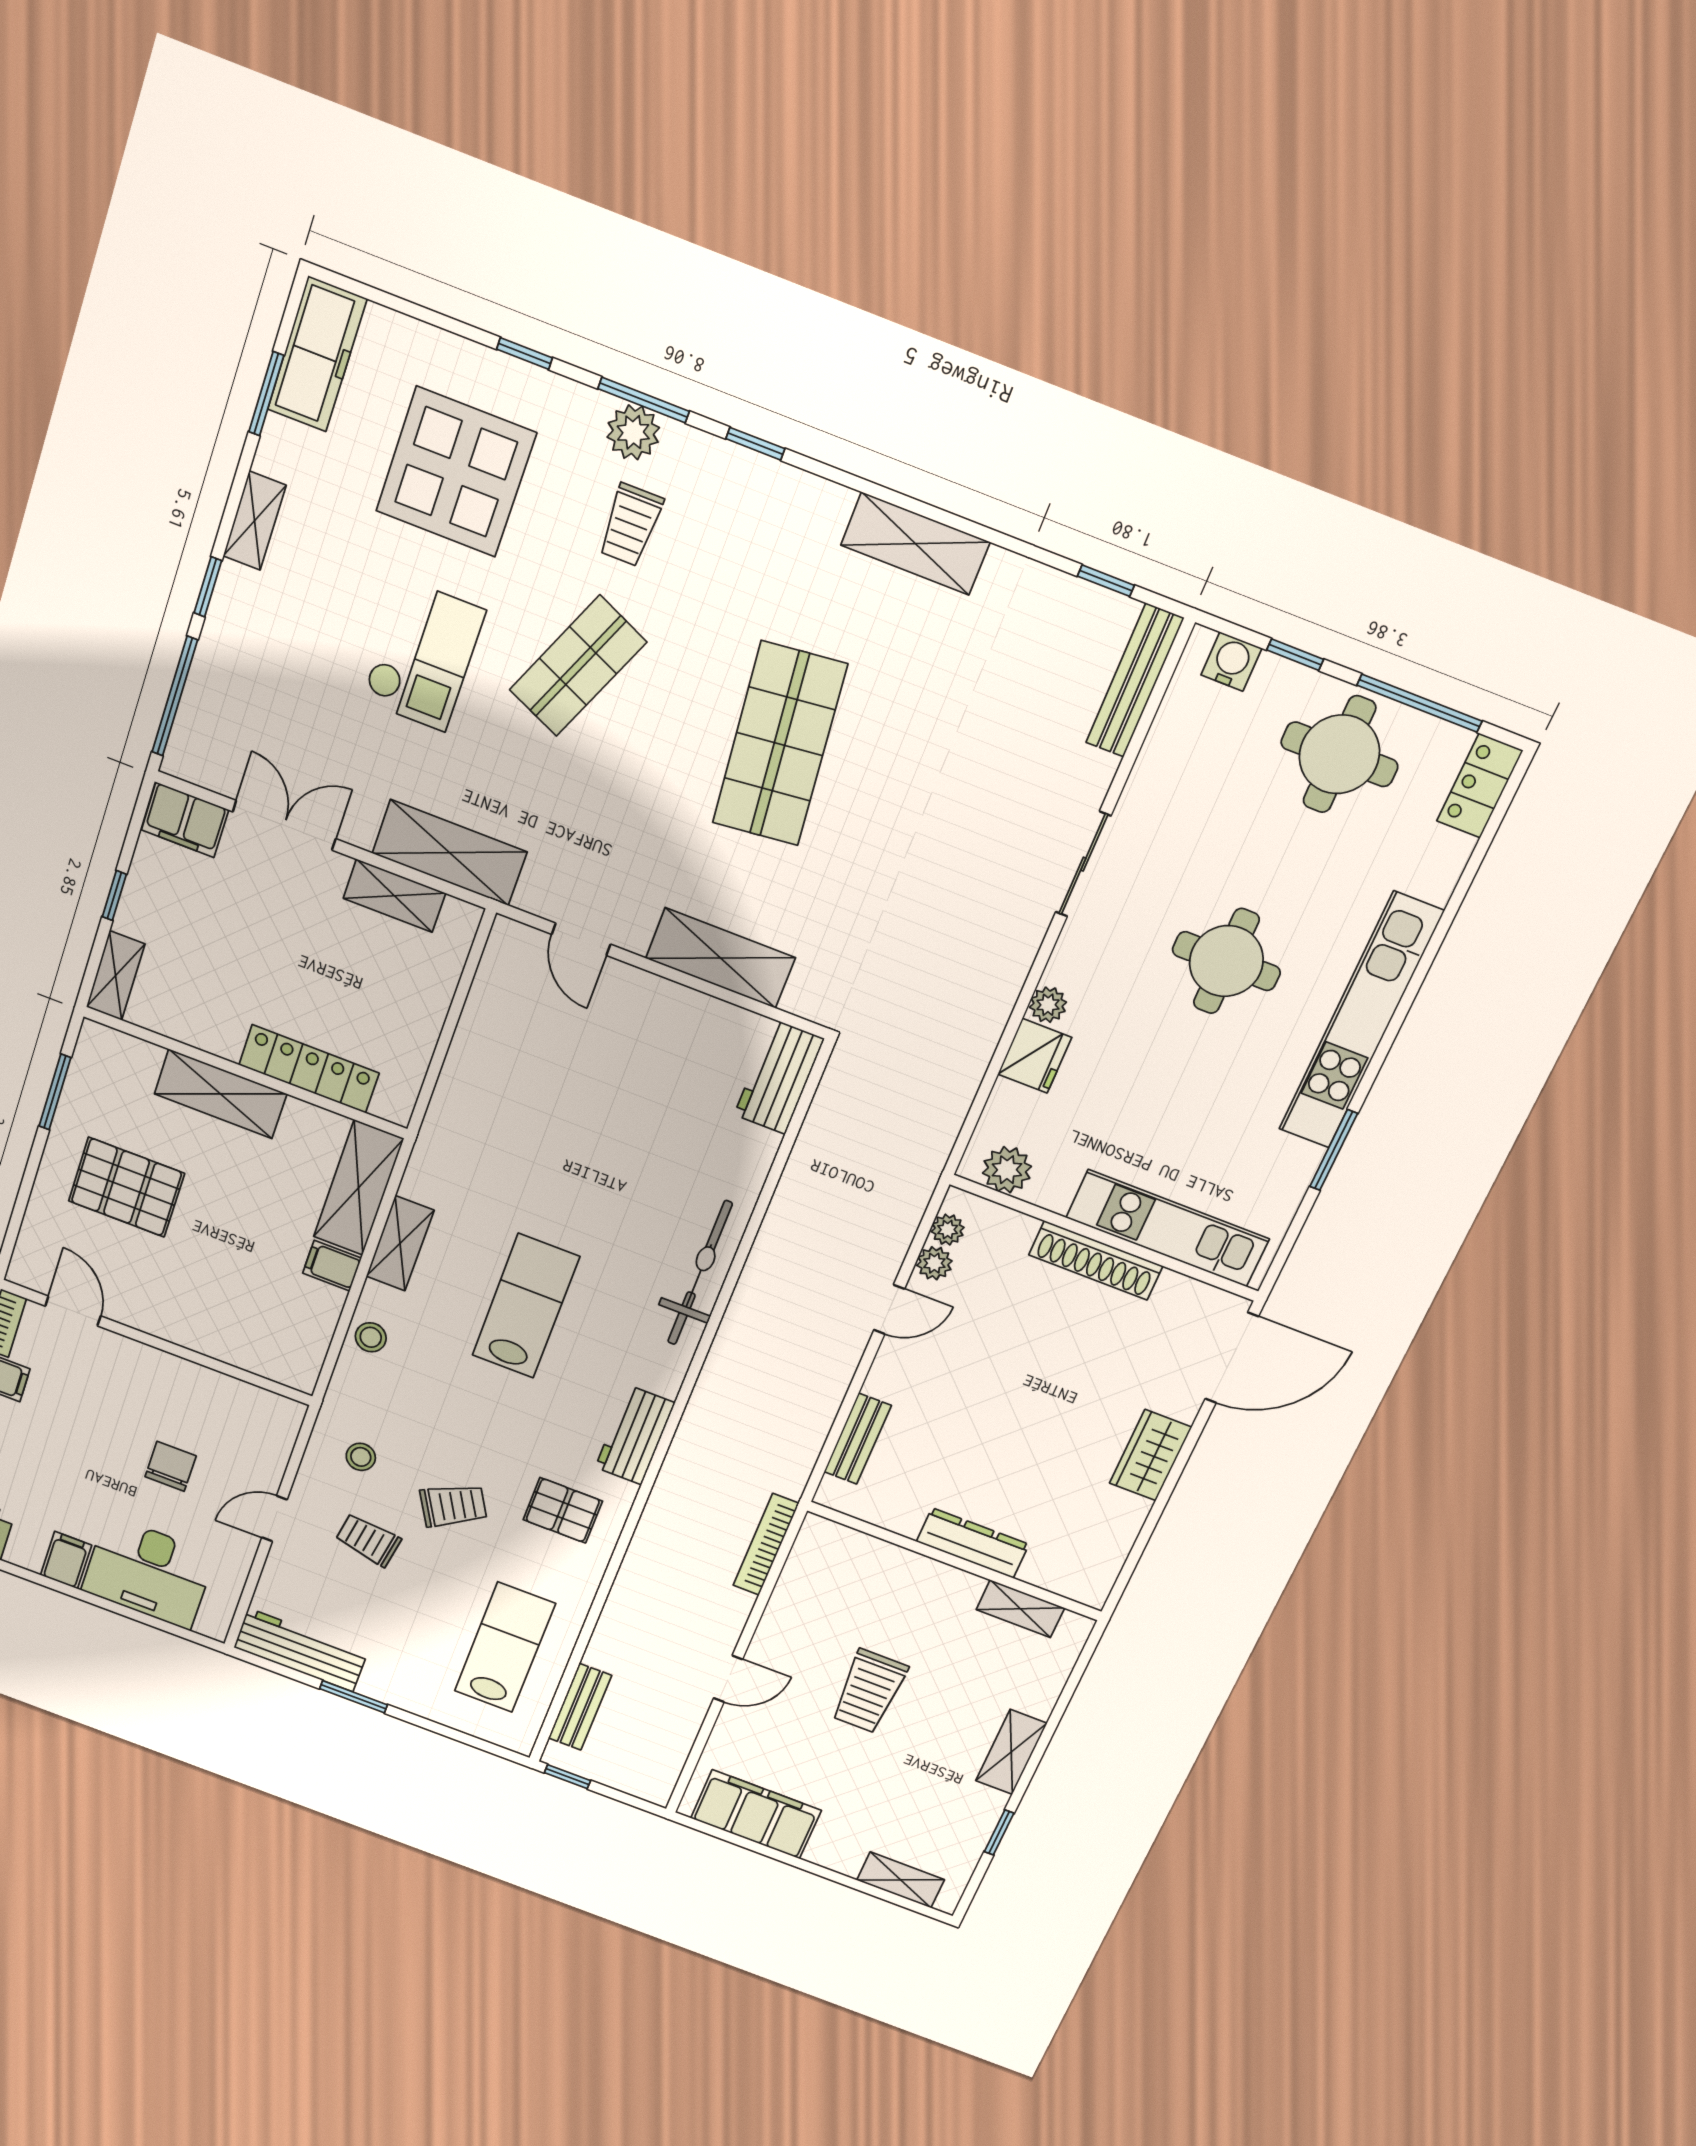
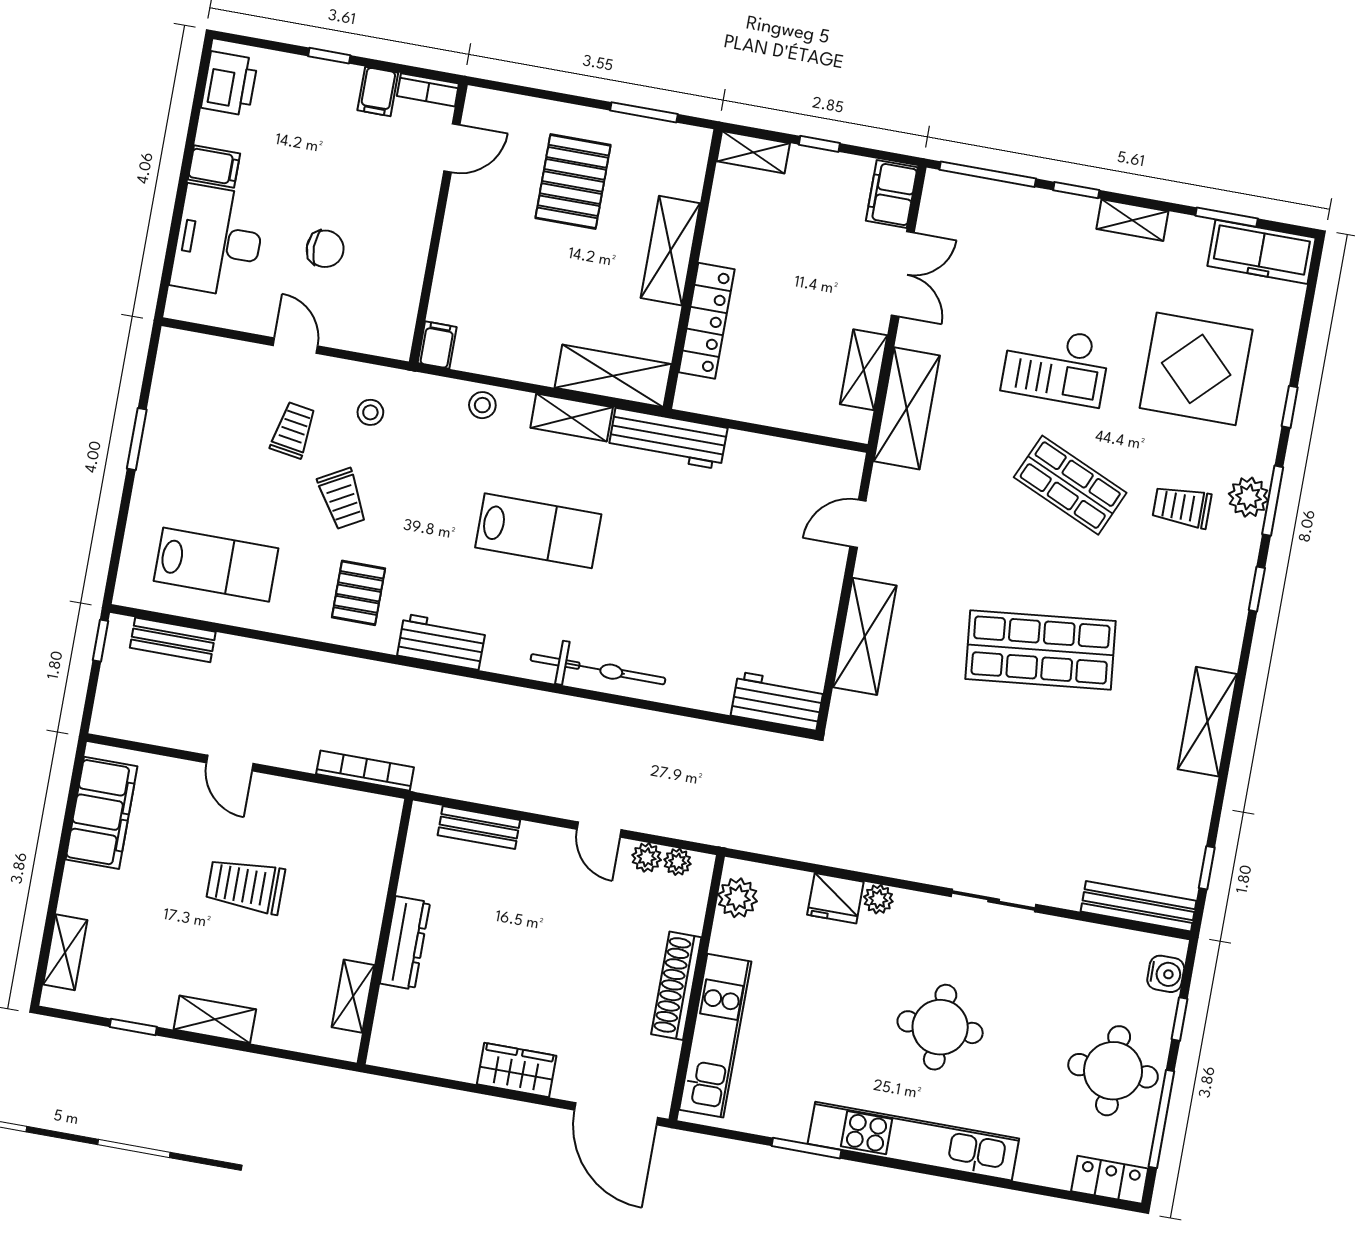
filing cabinet: (332, 1266) -> (437, 345), moved
workbench: (301, 1650) -> (668, 439), moved, turned 90

